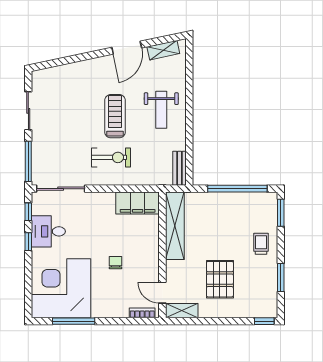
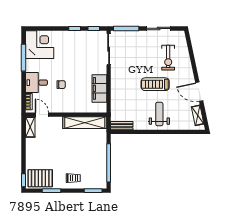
weight bench: (161, 110) -> (159, 114), turned 90
treadmill: (115, 116) -> (155, 84), turned 180
exercise bike: (111, 157) -> (168, 58), moved
filing cabinet: (138, 203) -> (99, 88), moved
desk: (48, 231) -> (36, 83), moved, turned -90
pallet: (220, 279) -> (40, 178), moved
corner desk: (61, 288) -> (40, 45), width x0.74, depth x0.74
door: (162, 293) -> (42, 115), hinge flipped

